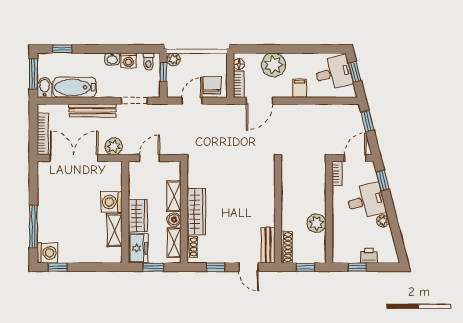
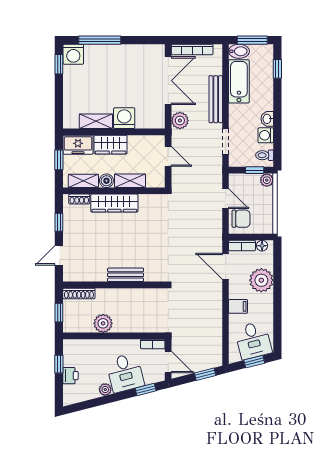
bench: (268, 245) -> (126, 275), moved

